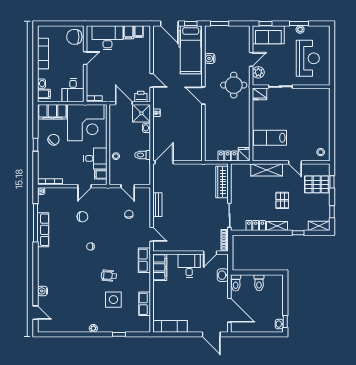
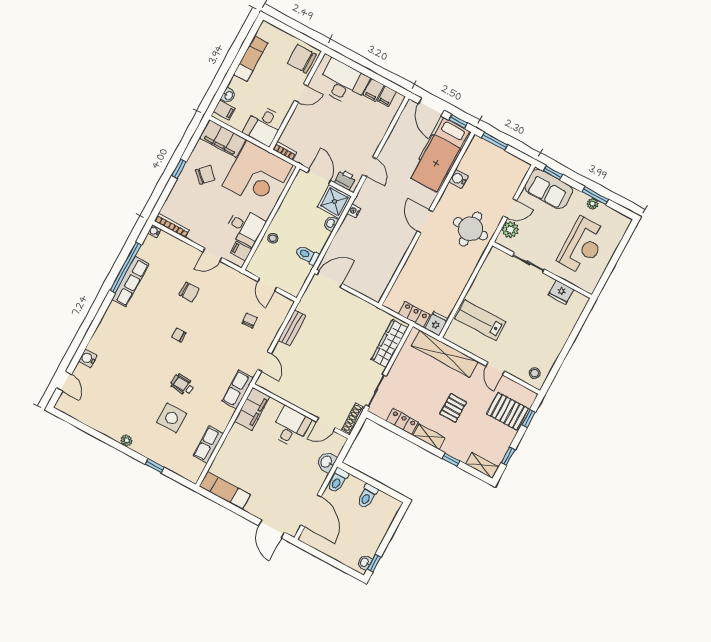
fridge: (259, 94) -> (561, 292), moved
shelving: (267, 170) -> (445, 354), width x1.47

